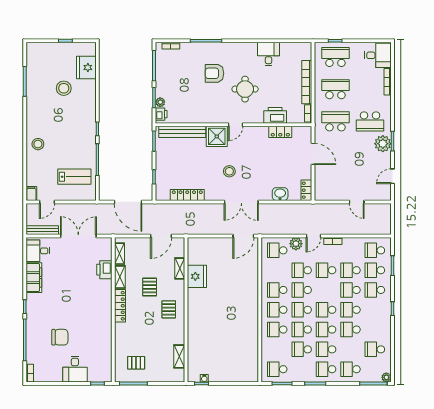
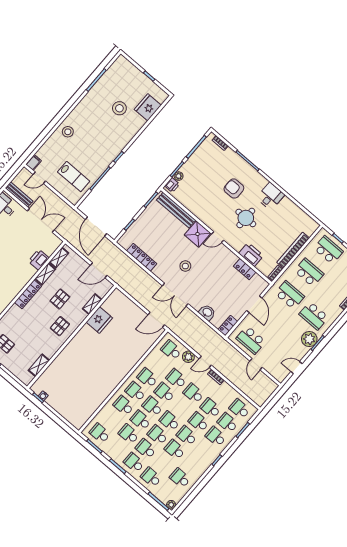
desk: (268, 54) -> (270, 196), moved
school desk: (335, 186) -> (251, 340), added

